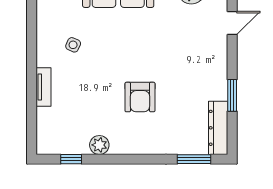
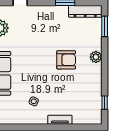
plant: (99, 145) -> (96, 57), moved

